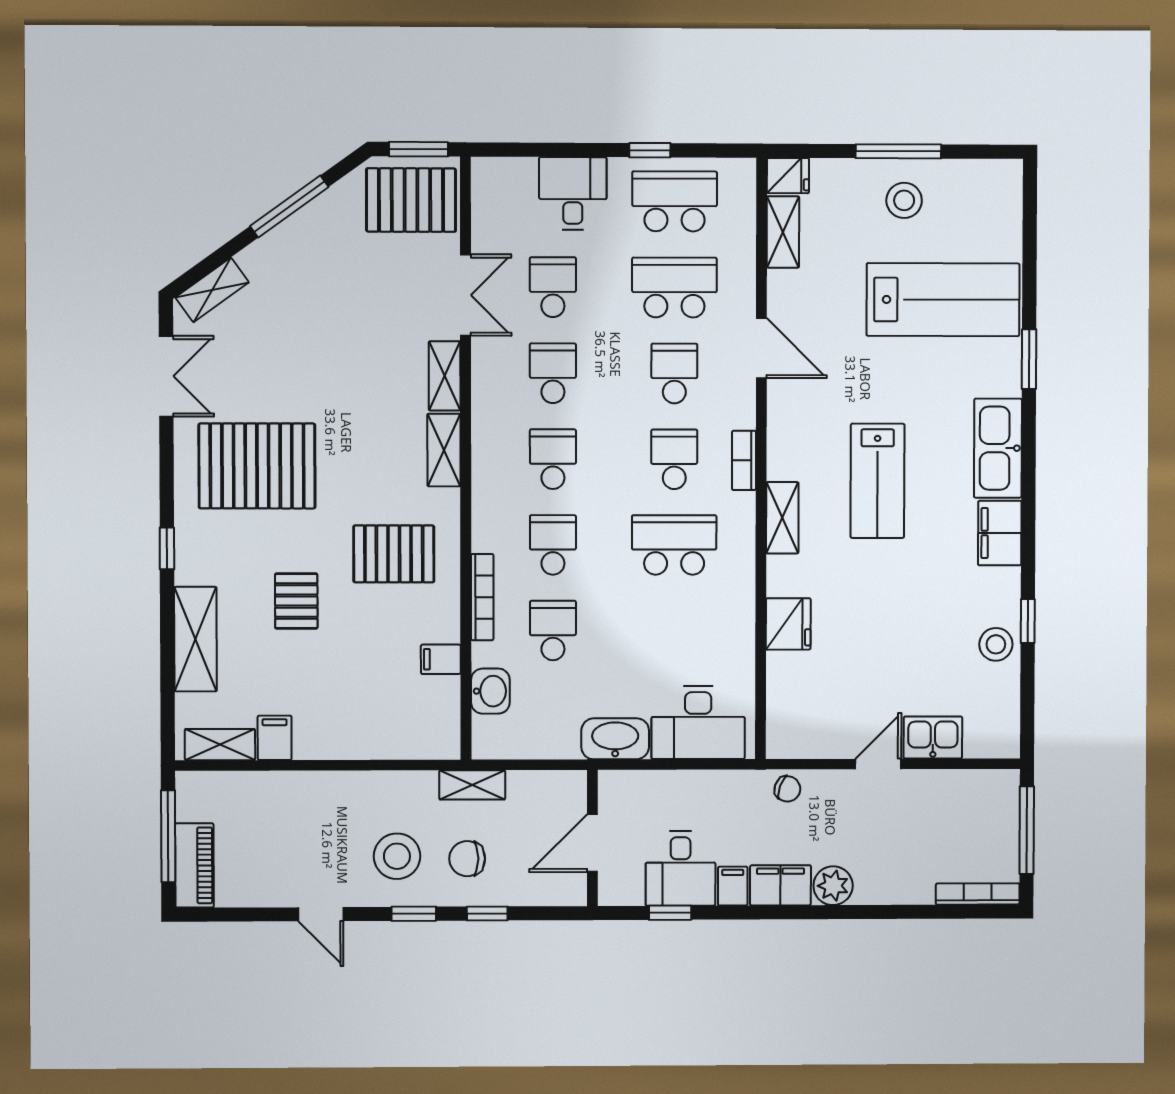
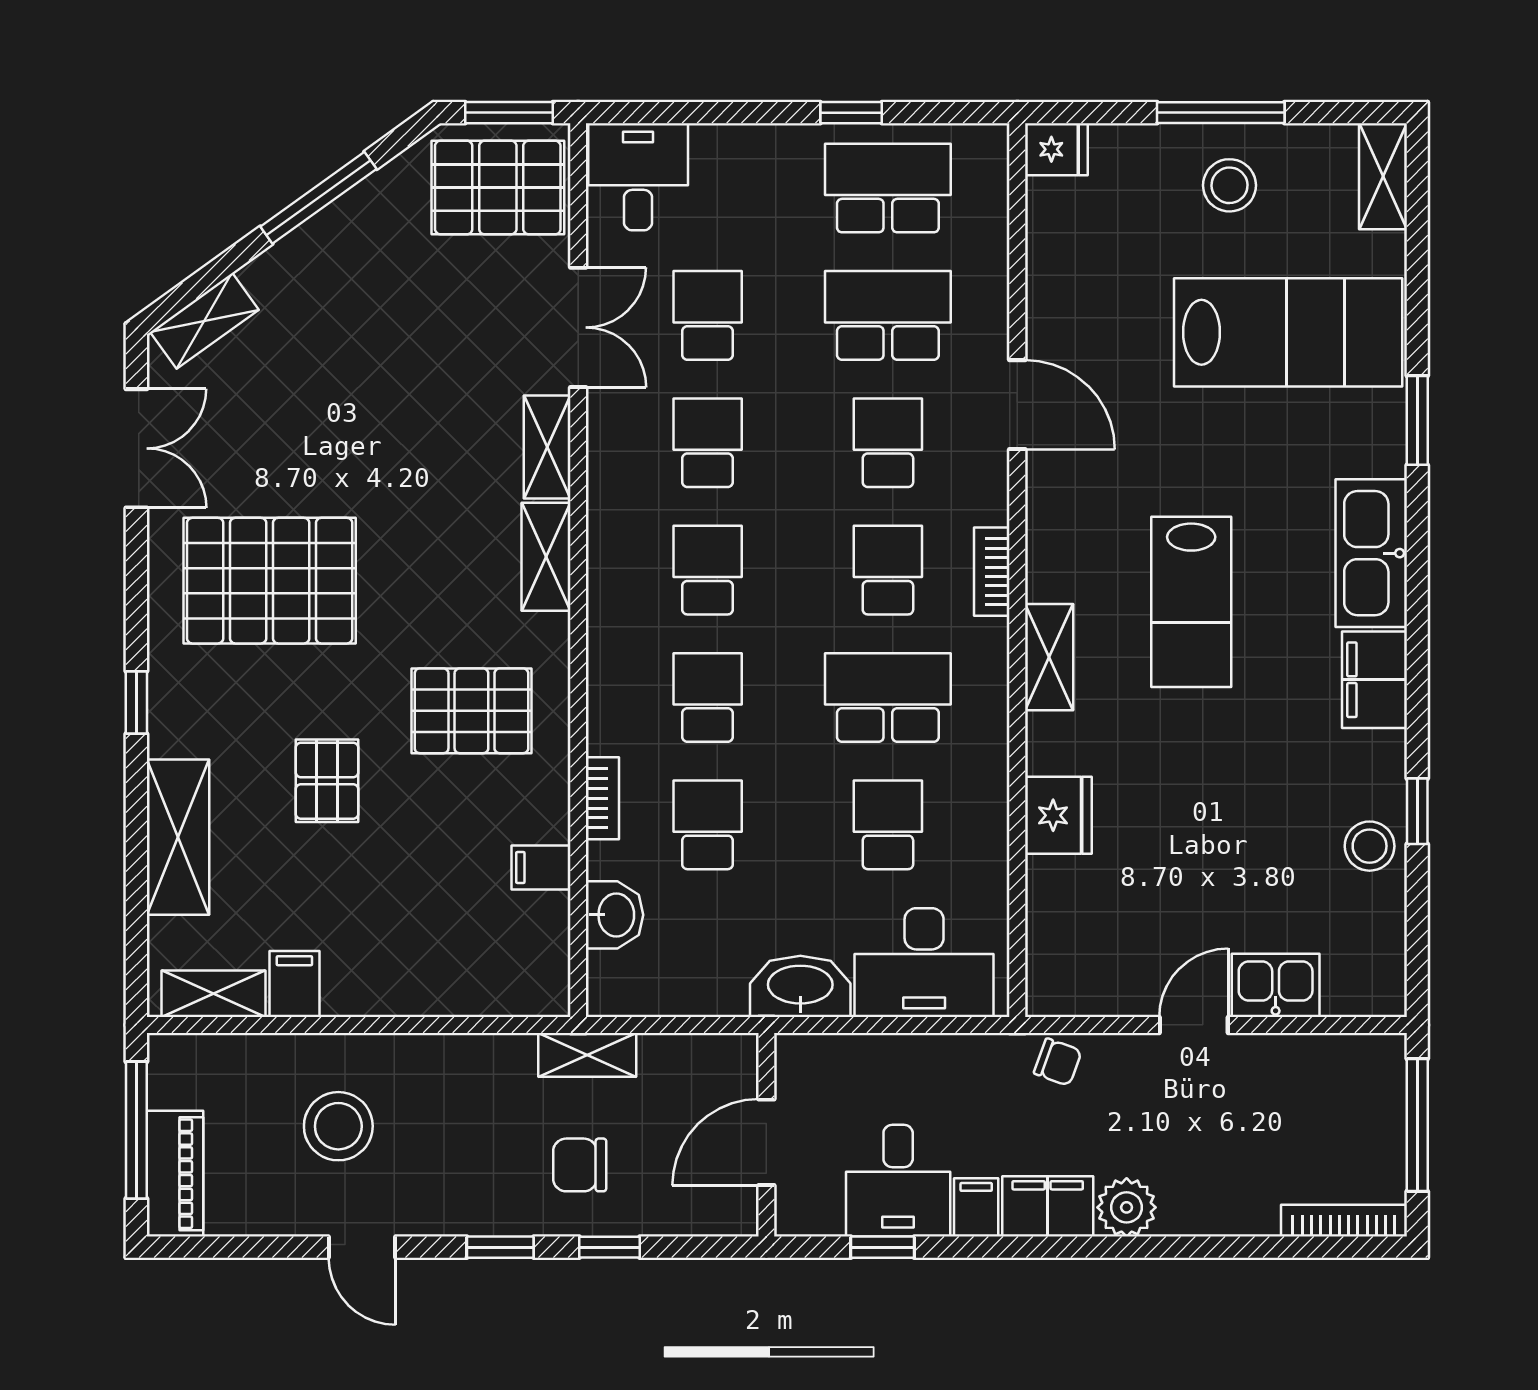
desk: (573, 193) -> (638, 177), moved
shelving: (783, 232) -> (1383, 176), moved
bookcase: (482, 597) -> (602, 798), width x0.64
school desk: (674, 630) -> (888, 825), added
stool: (397, 856) -> (338, 1126), moved

